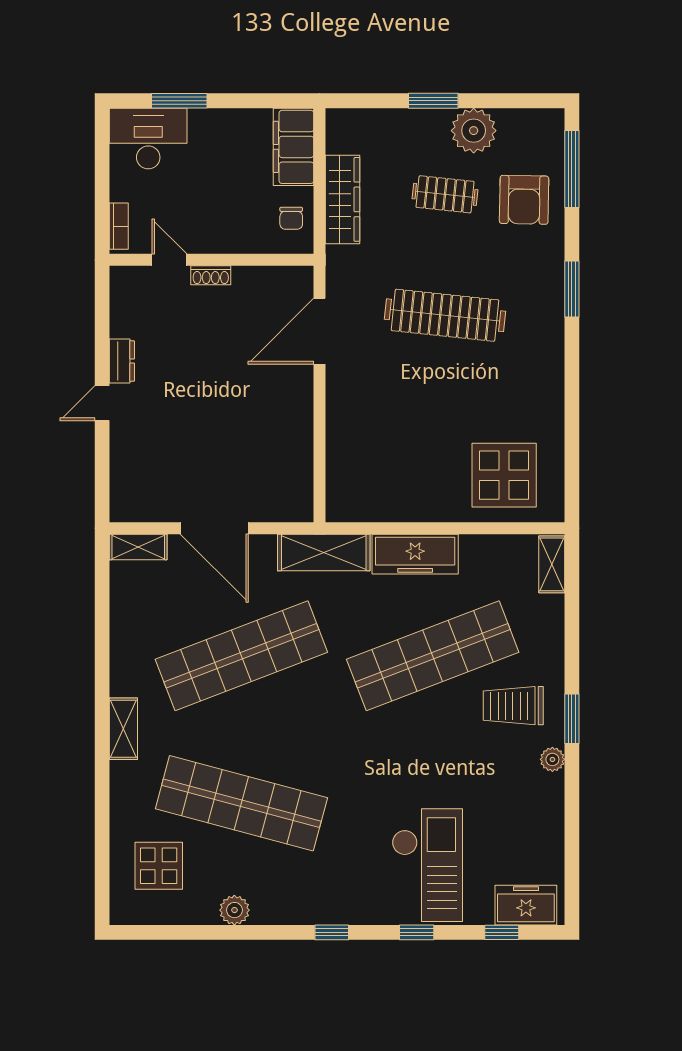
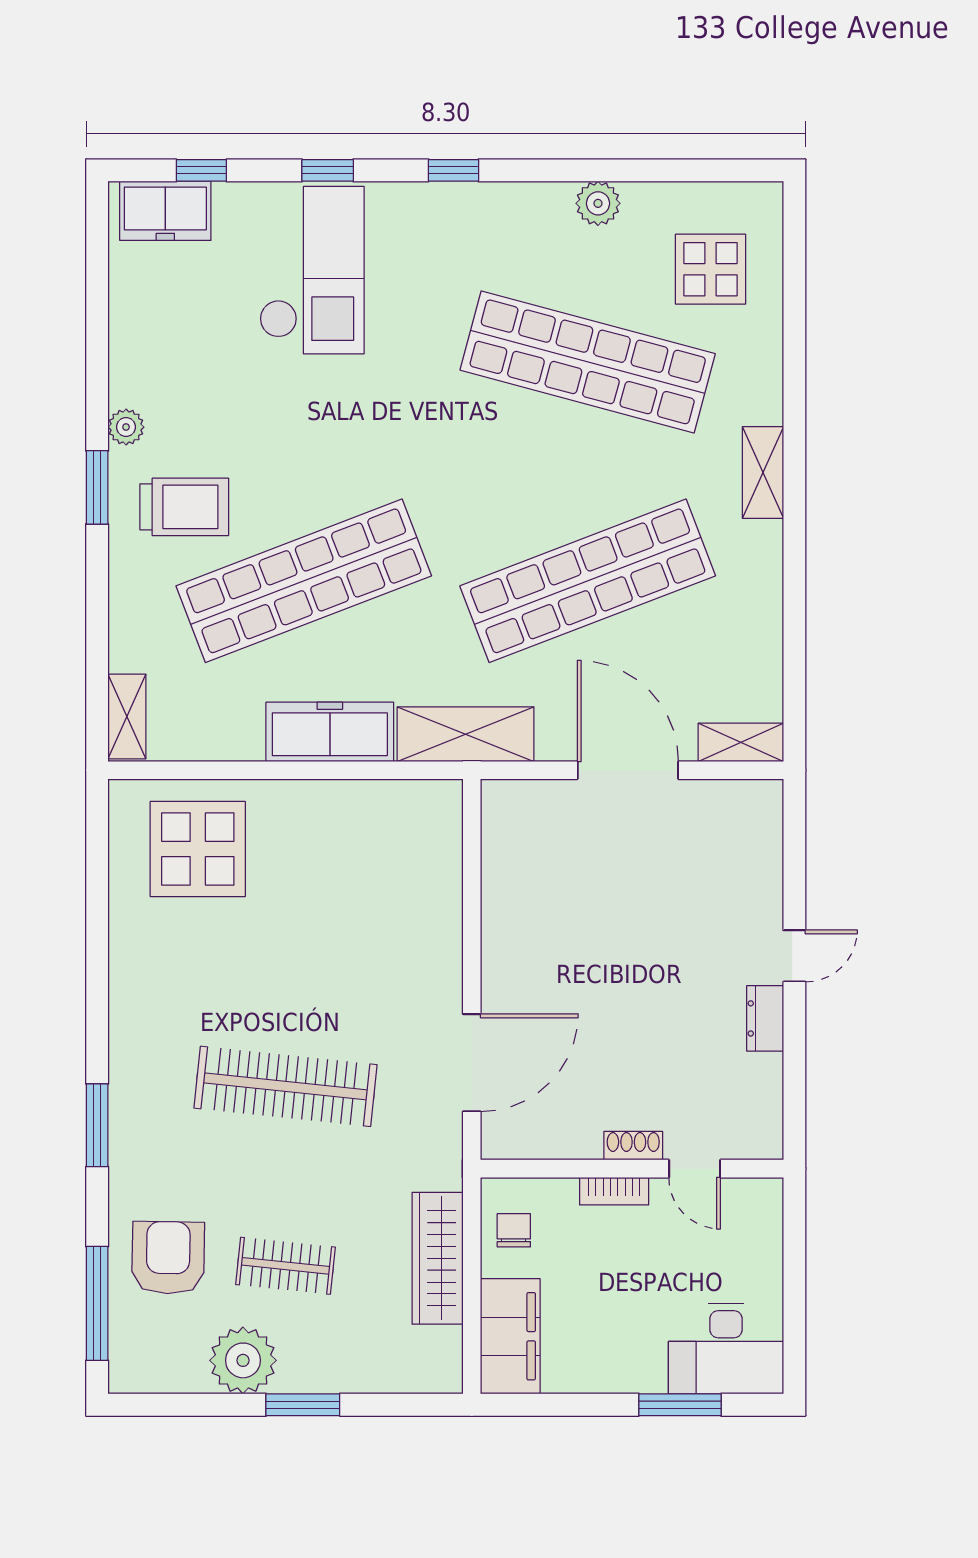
bookcase: (119, 226) -> (614, 1191), moved, turned -90
checkout: (427, 865) -> (312, 270), turned 180

